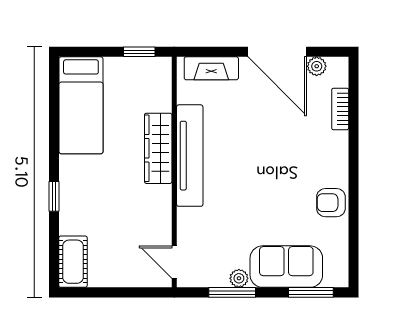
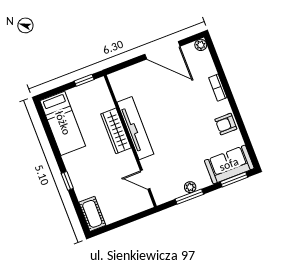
plant: (317, 66) -> (201, 45), moved
fireplace: (211, 68) -> (129, 74), removed
bookcase: (340, 109) -> (218, 88), moved
door: (174, 262) -> (145, 180), moved
sofa: (286, 267) -> (229, 164), moved

